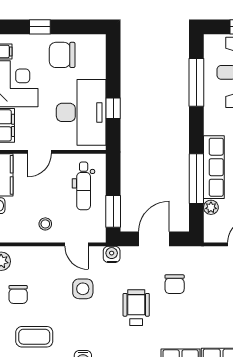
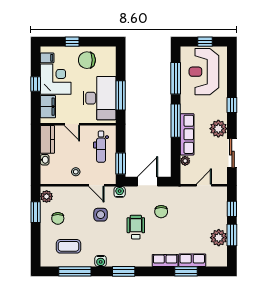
window: (113, 108) -> (121, 95), width x2.17
door: (39, 152) -> (72, 124), hinge flipped
window: (196, 179) -> (176, 121), moved

